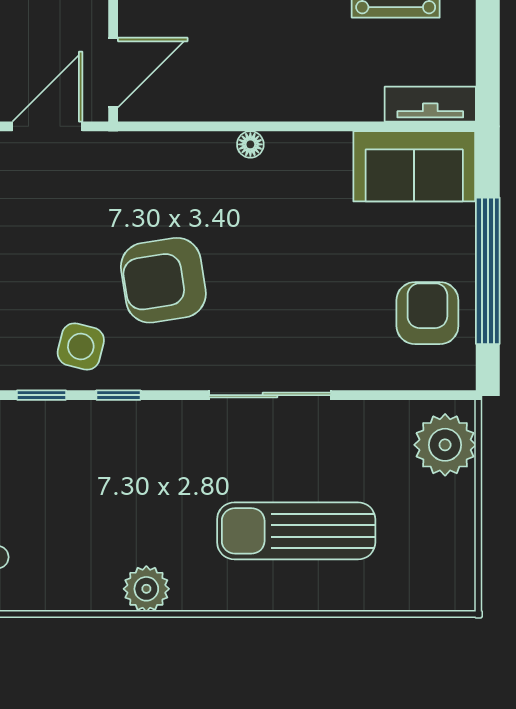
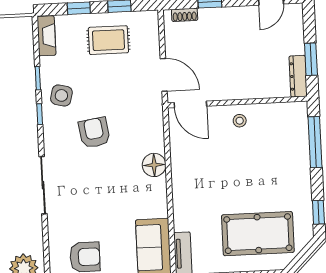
floor lamp: (250, 144) -> (154, 165), width x1.89, depth x1.89
armchair: (163, 280) -> (94, 133), width x0.73, depth x0.73

